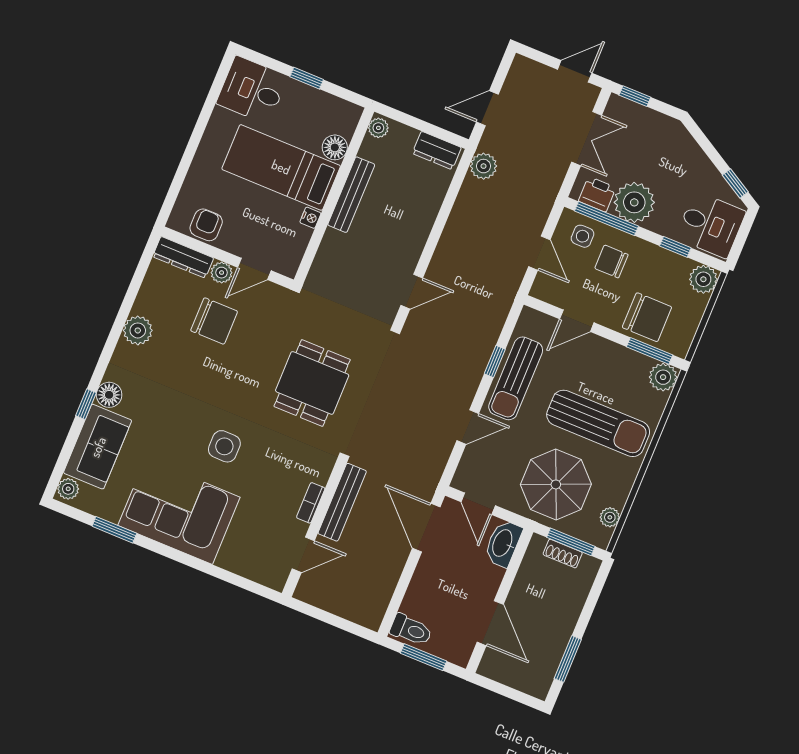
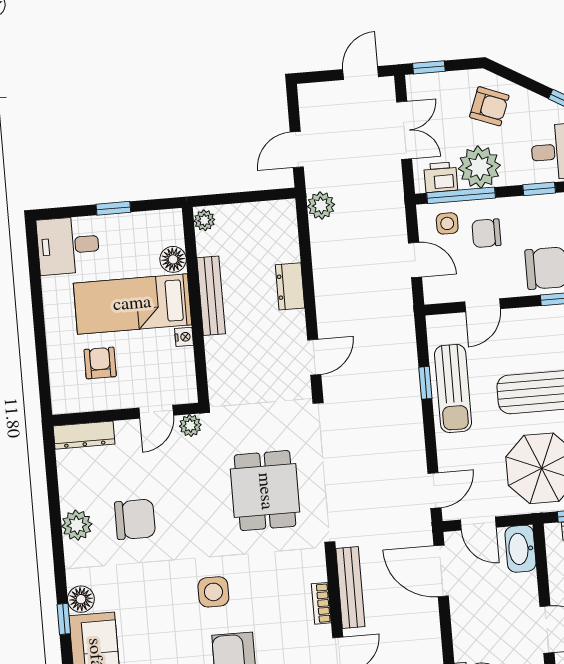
dresser: (437, 151) -> (290, 286), moved, turned 90
armchair: (669, 155) -> (489, 106), added
armchair: (206, 225) -> (100, 363), moved
plant: (222, 273) -> (190, 426), moved
chair: (214, 321) -> (135, 519), moved
door: (468, 427) -> (434, 490), moved

